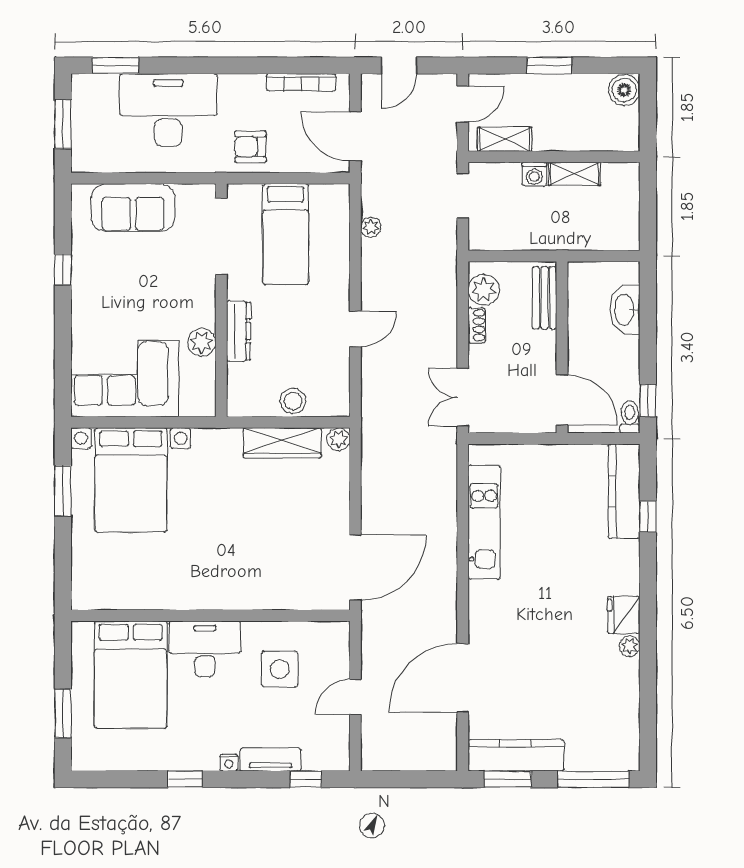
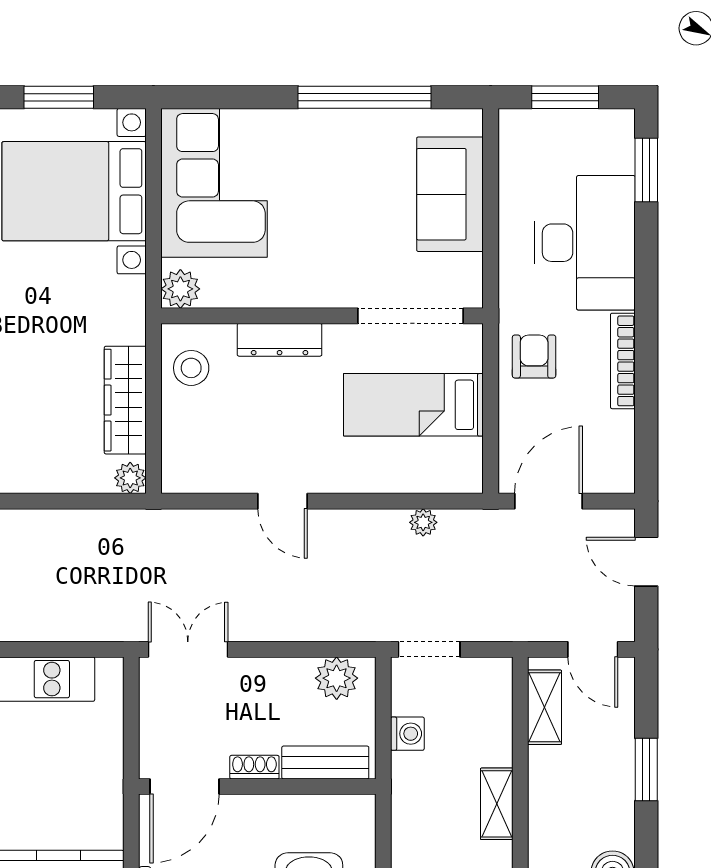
bookcase: (301, 82) -> (623, 361), moved
washing machine: (534, 174) -> (407, 734), moved, turned 180
doorway: (463, 196) -> (429, 649), moved
window: (63, 270) -> (365, 97), width x3.17
shoe rack: (477, 325) -> (254, 767), moved, turned 180
plant: (202, 342) -> (180, 289), moved
stool: (293, 401) -> (191, 368), moved

